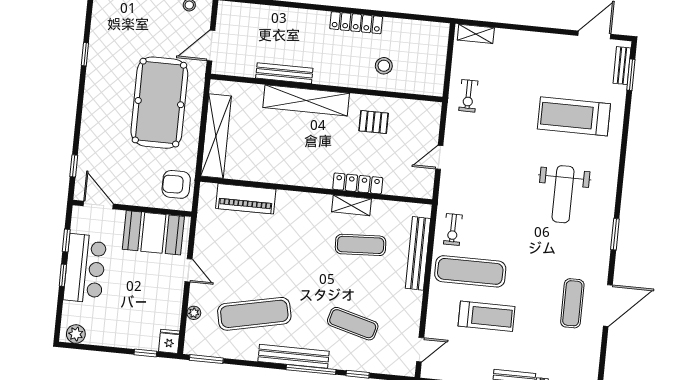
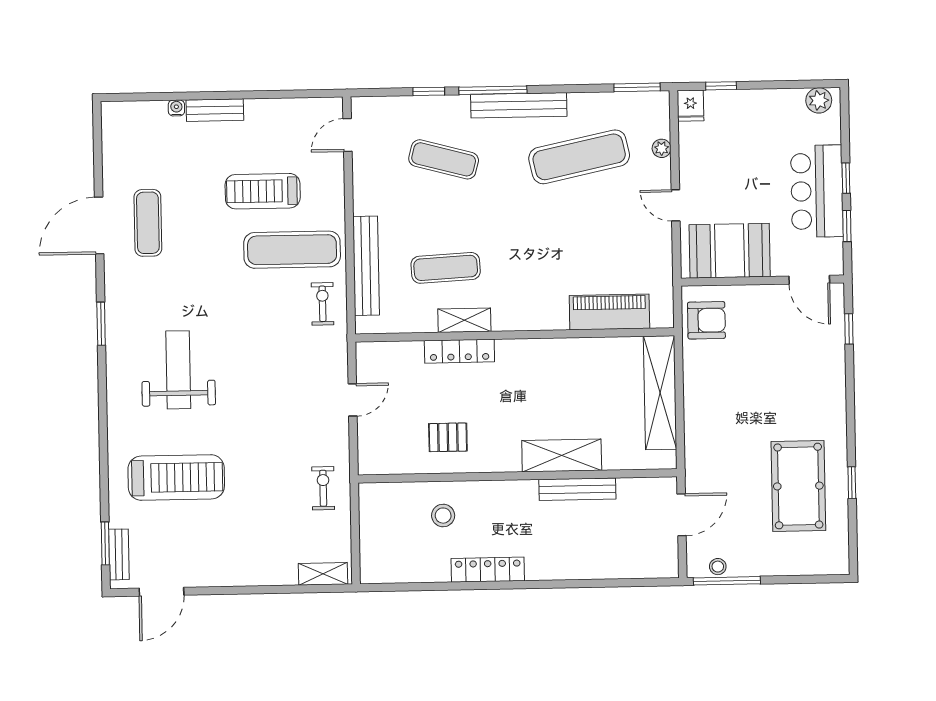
shelving: (306, 100) -> (562, 456), width x0.68
pool table: (159, 103) -> (798, 486), moved, width x0.73, depth x0.76

